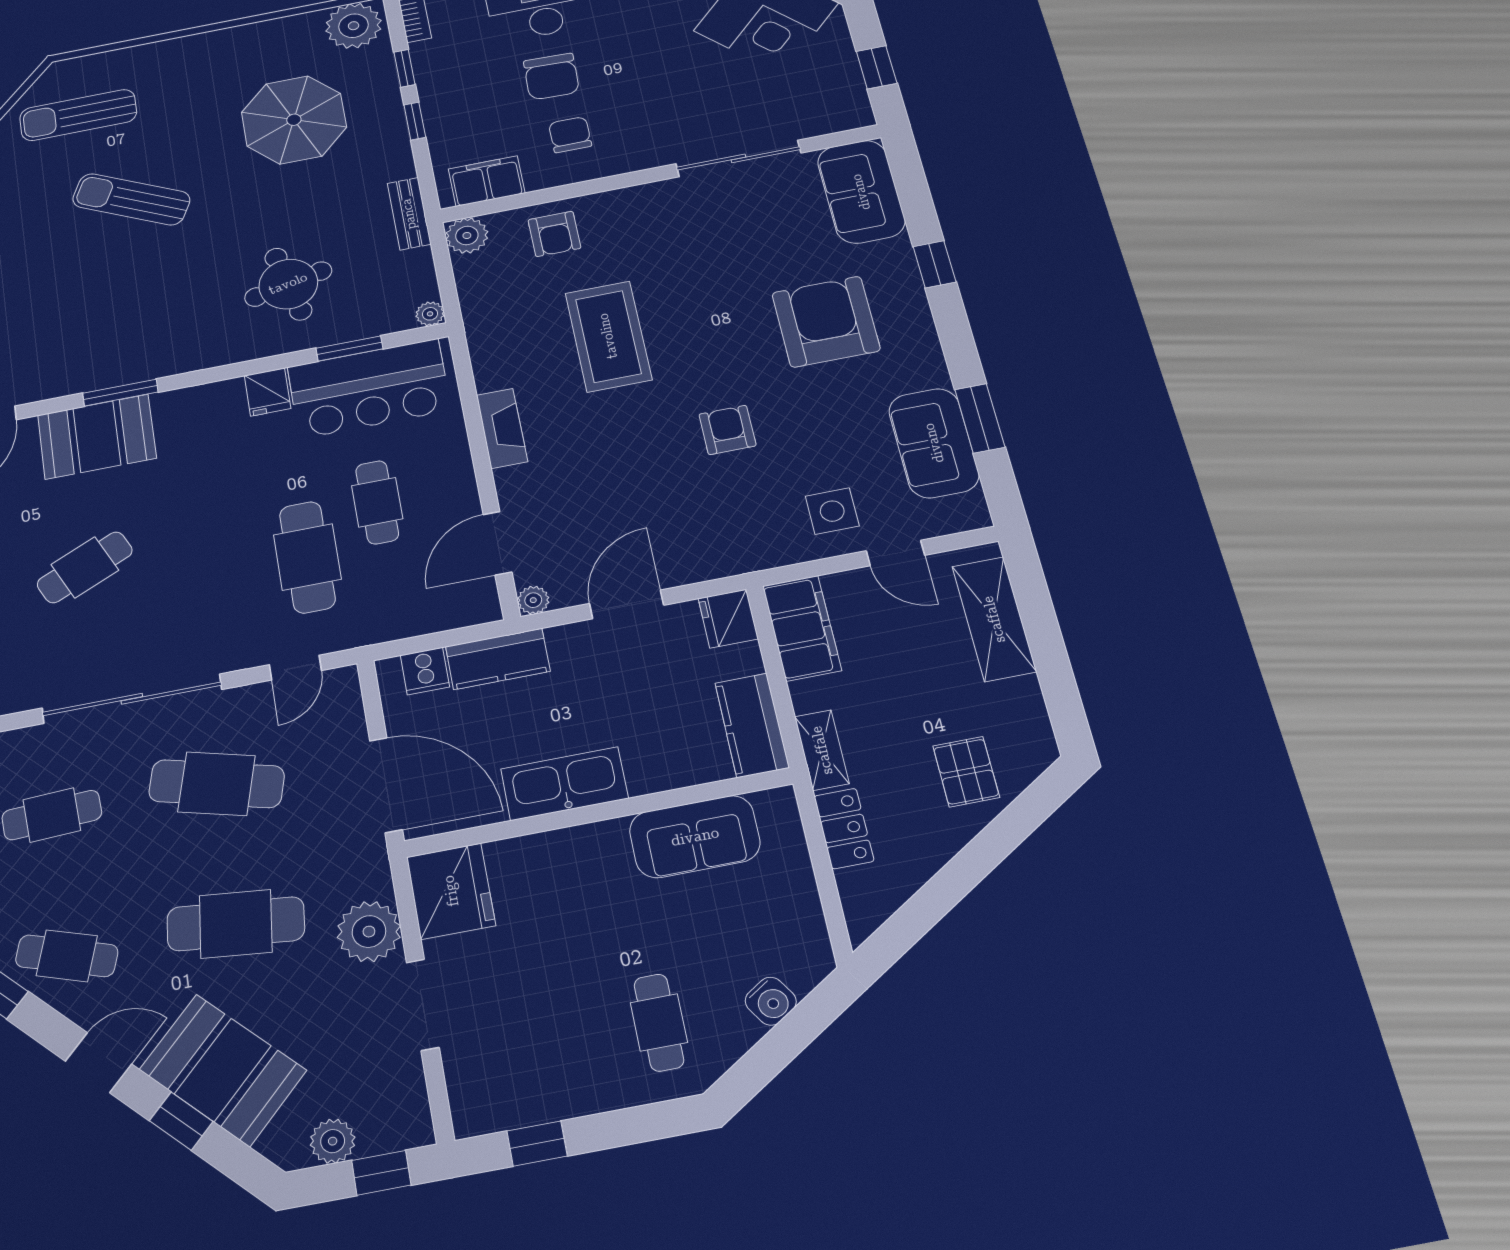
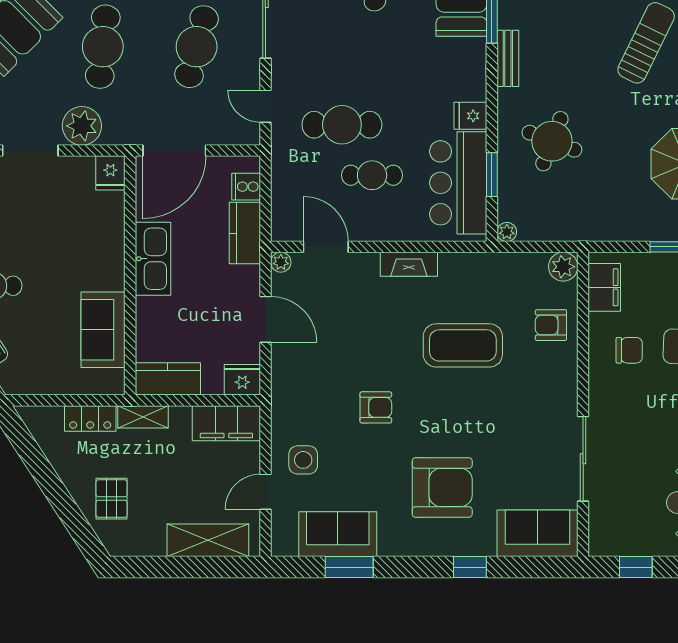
bench: (409, 214) -> (508, 58), moved, turned 90
round table: (288, 284) -> (552, 141), turned 34
pallet: (966, 772) -> (112, 499), turned 90
fridge: (451, 891) -> (110, 173), width x0.53, depth x0.75

